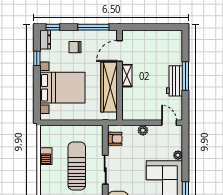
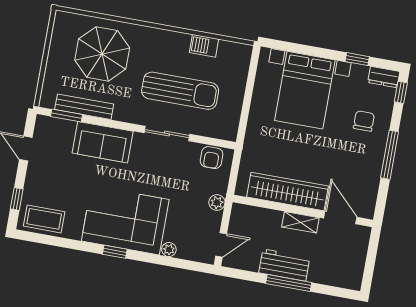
door: (119, 51) -> (340, 218), moved
wall: (119, 75) -> (303, 211), moved
shelving: (127, 76) -> (300, 222), moved
wardrobe: (109, 87) -> (288, 191), moved

